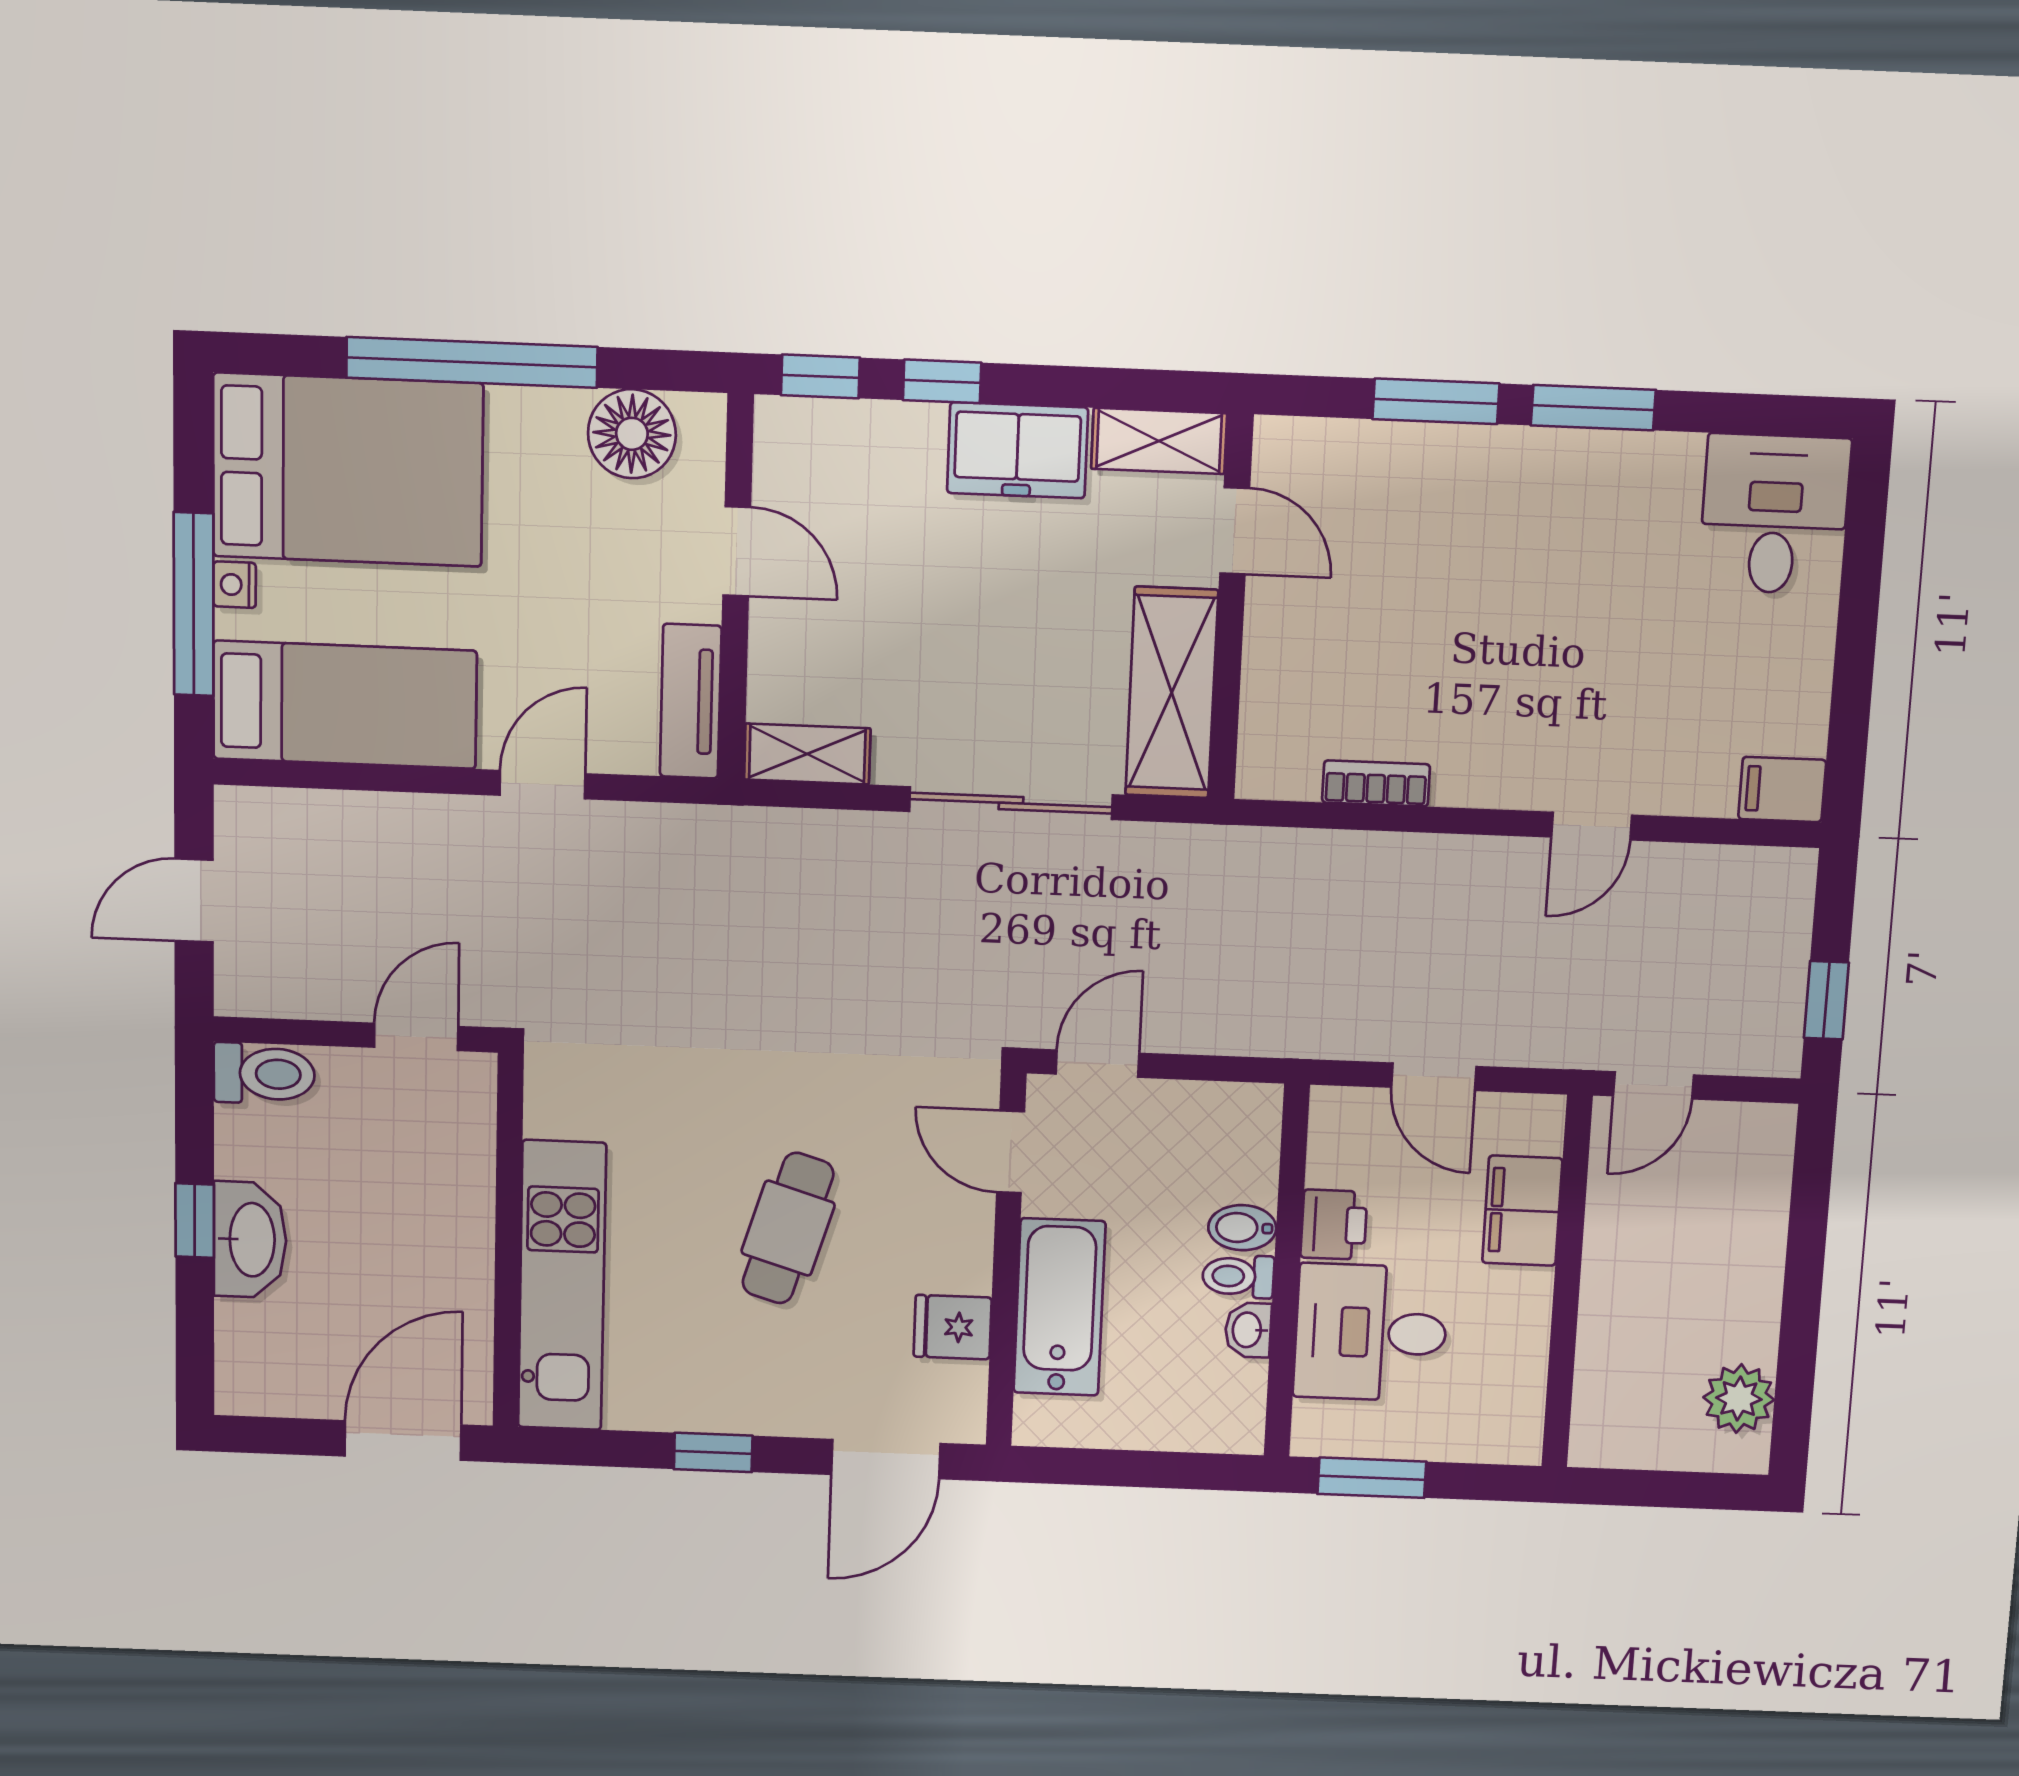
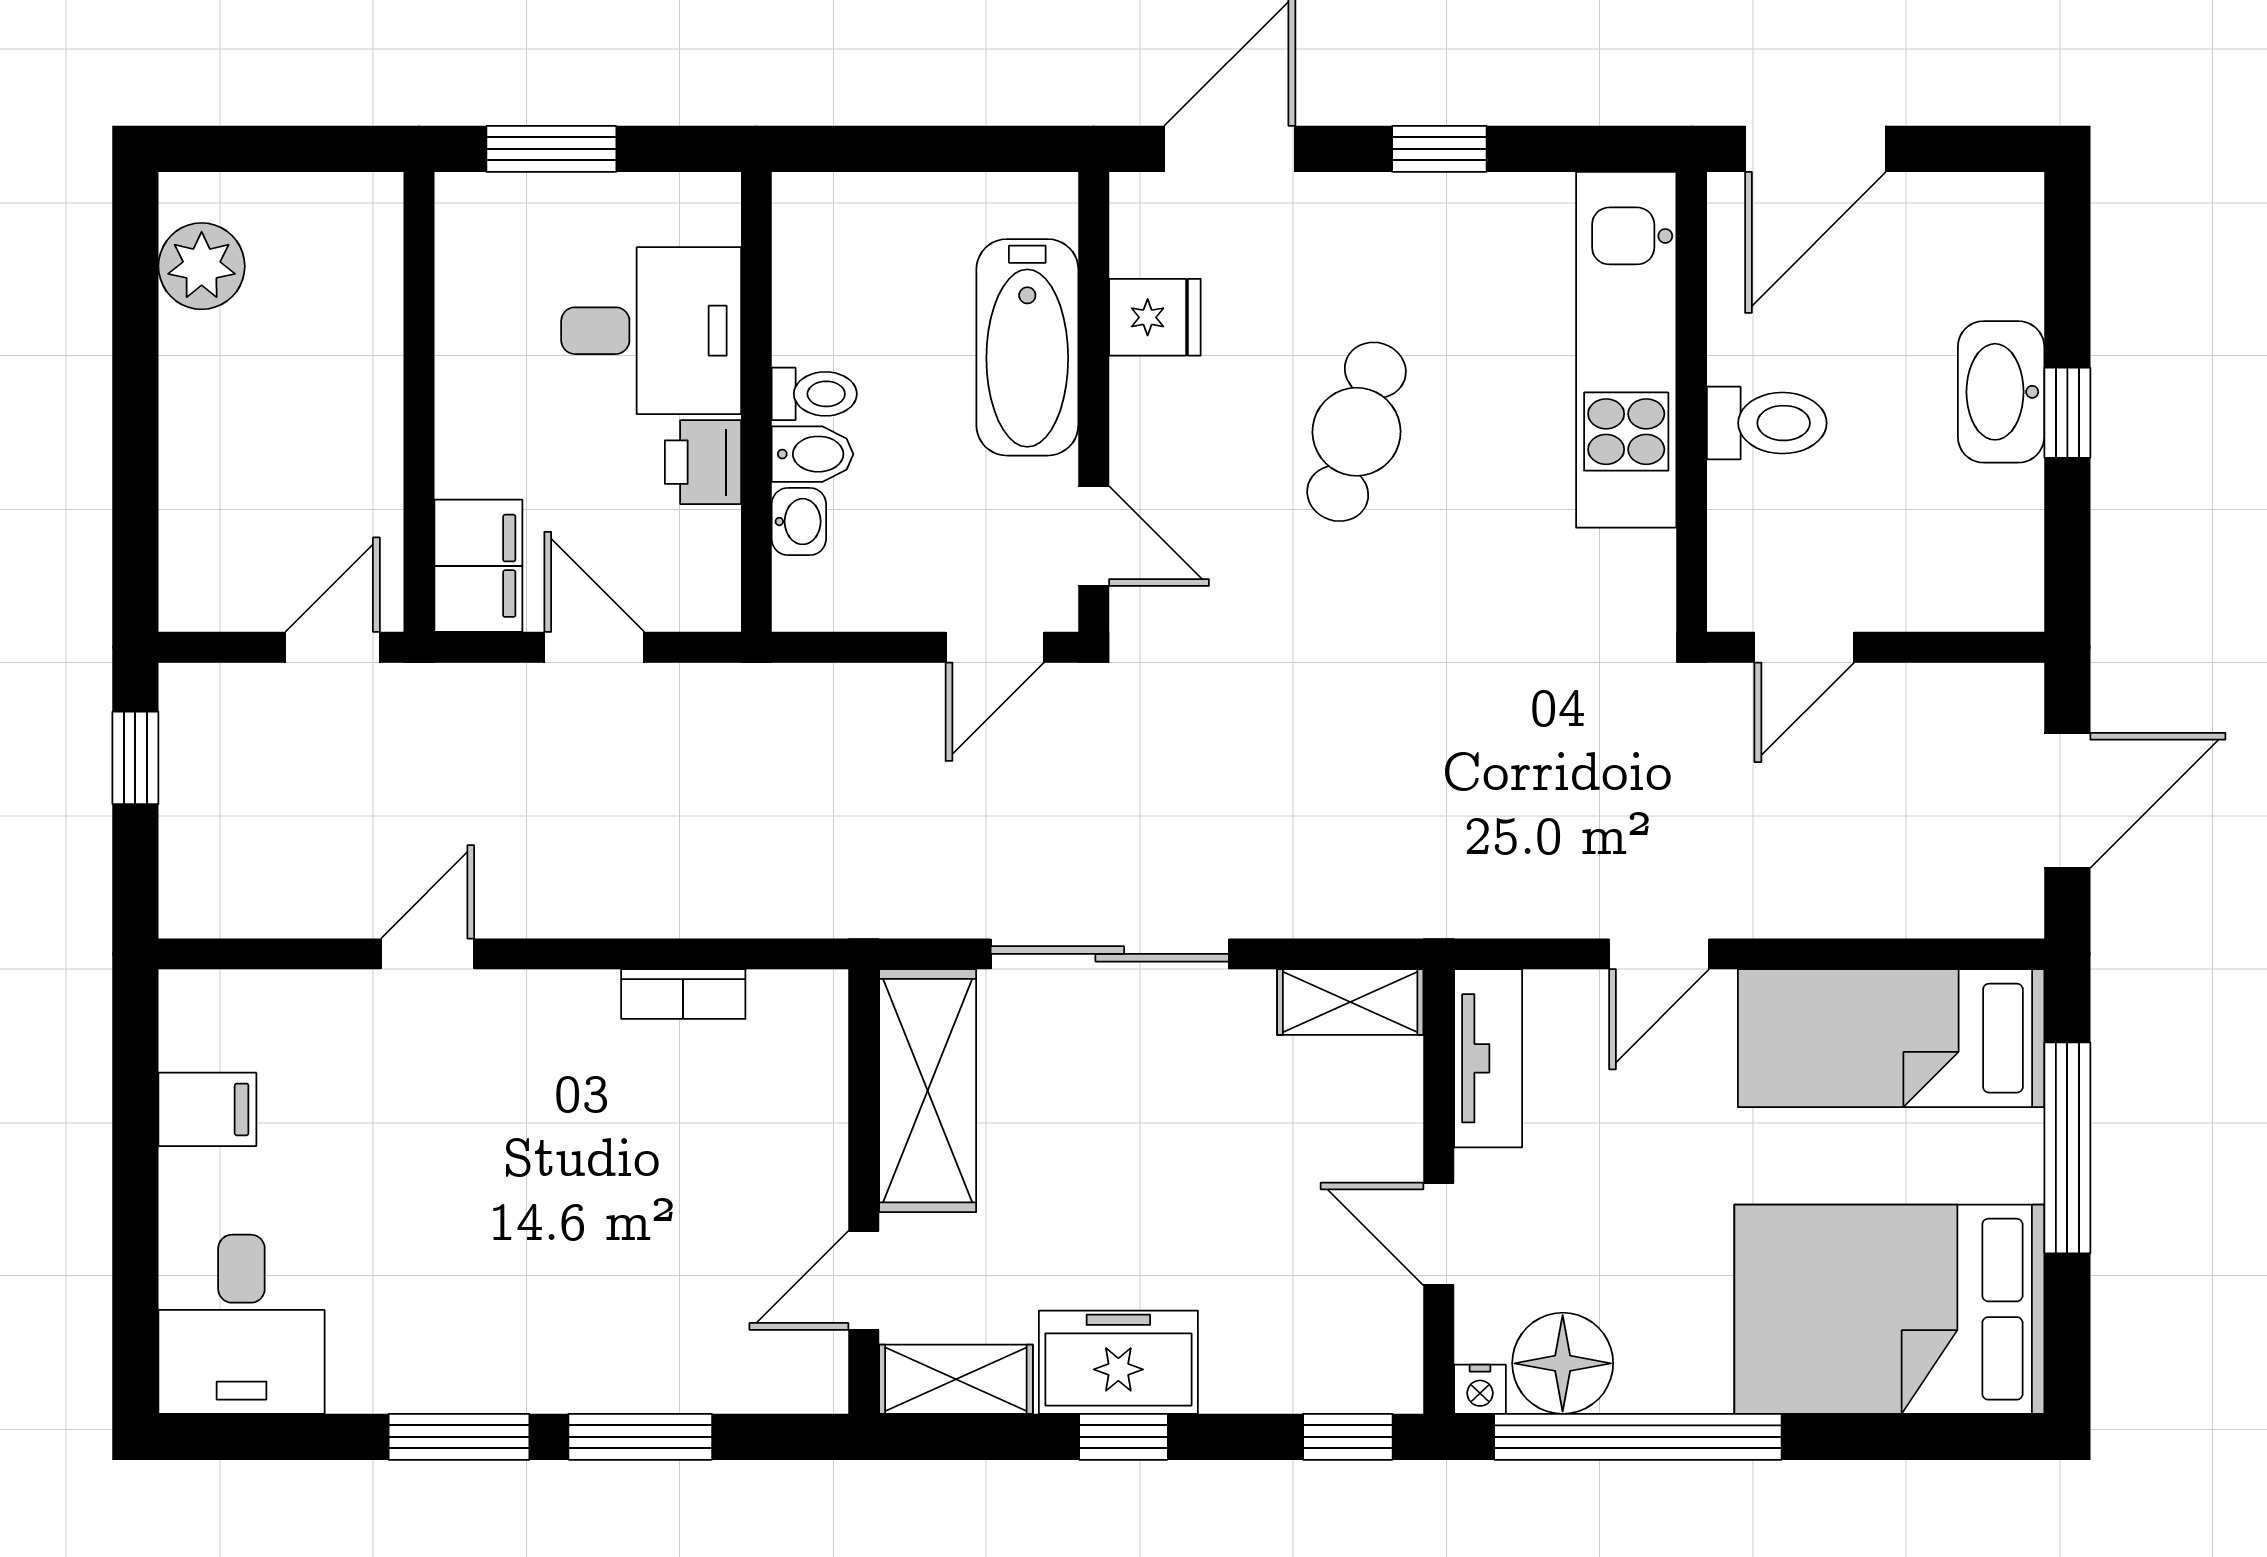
window: (472, 362) -> (1638, 1437), moved
window: (942, 381) -> (1124, 1437), moved
door: (1235, 531) -> (864, 1280), hinge flipped
nightstand: (235, 585) -> (1480, 1389), moved, turned 90
filing cabinet: (1782, 789) -> (207, 1109), moved
door: (194, 901) -> (2067, 800), width x1.38
toilet: (264, 1074) -> (1767, 423), moved, turned 180
filing cabinet: (1522, 1211) -> (478, 566), moved
washbasin: (1248, 1330) -> (799, 522), moved
window: (1372, 1478) -> (551, 149), moved

